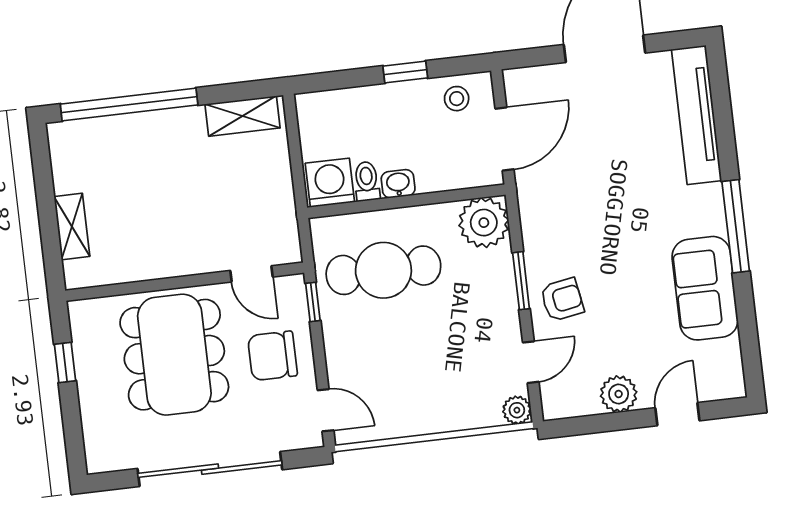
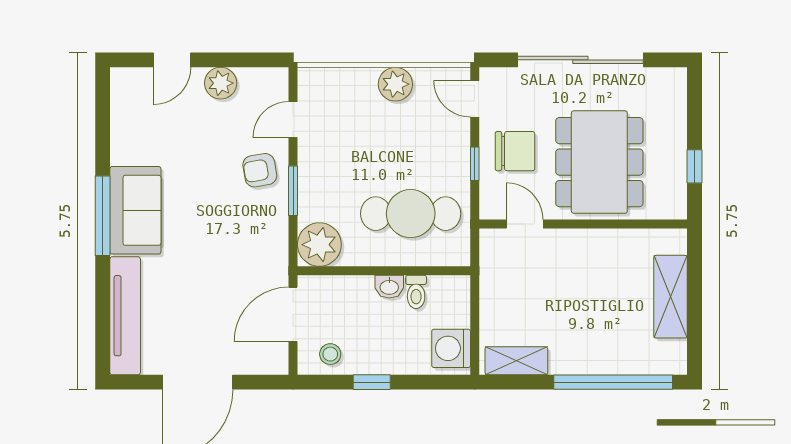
washing machine: (330, 183) -> (451, 348), moved, turned 90
shelving: (72, 226) -> (671, 297), width x1.50, depth x1.33
sofa: (705, 288) -> (135, 210), moved
window: (313, 302) -> (475, 164), moved
plant: (517, 410) -> (395, 84), moved, width x1.38, depth x1.38

